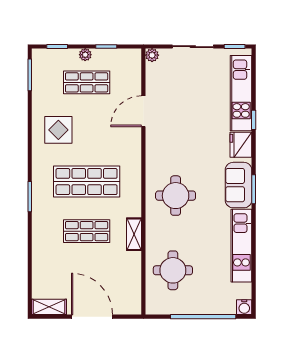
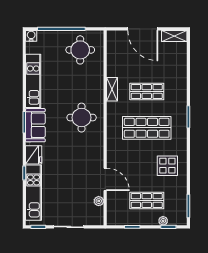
plant: (85, 55) -> (163, 221), moved
plant: (152, 55) -> (99, 201), moved
door: (143, 111) -> (105, 179), hinge flipped
round table: (173, 270) -> (80, 50), moved

